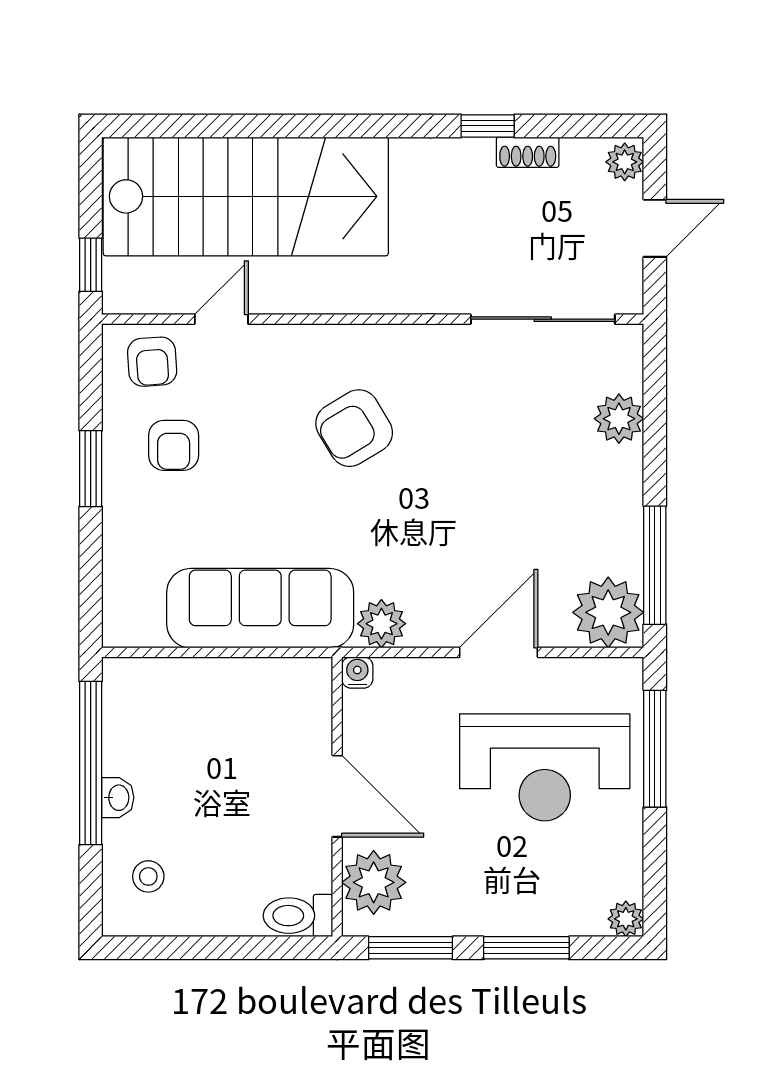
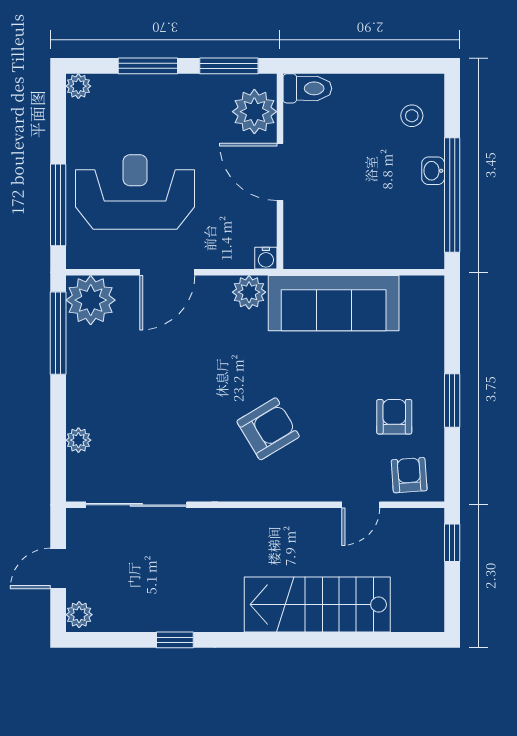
shoe rack: (528, 152) -> (147, 621), removed
stairs: (246, 196) -> (317, 605), width x0.73, depth x0.66
plant: (619, 419) -> (78, 440), width x0.73, depth x0.73

